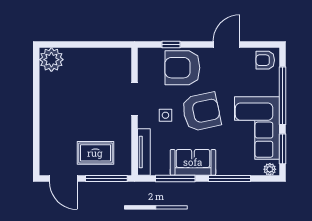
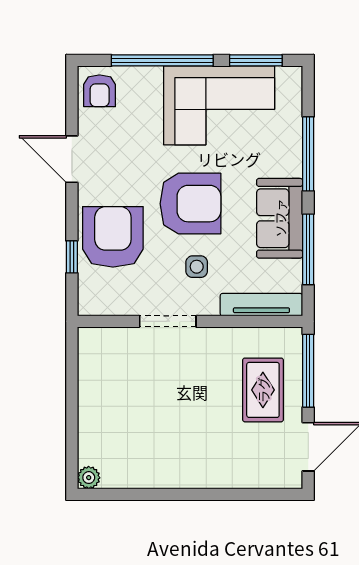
plant: (51, 60) -> (89, 478), width x0.53, depth x0.53
armchair: (182, 68) -> (113, 237), turned 180
armchair: (201, 112) -> (190, 204), turned 102
plant: (270, 169) -> (292, 83), removed

